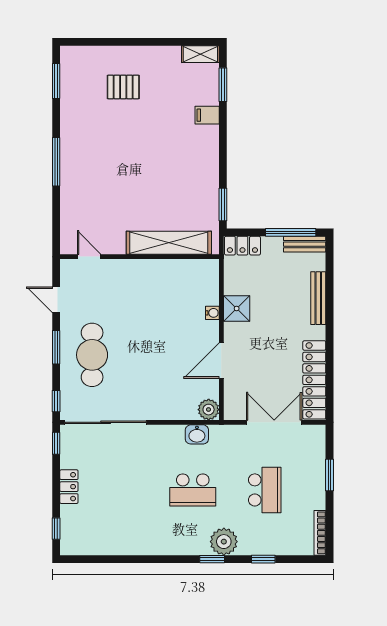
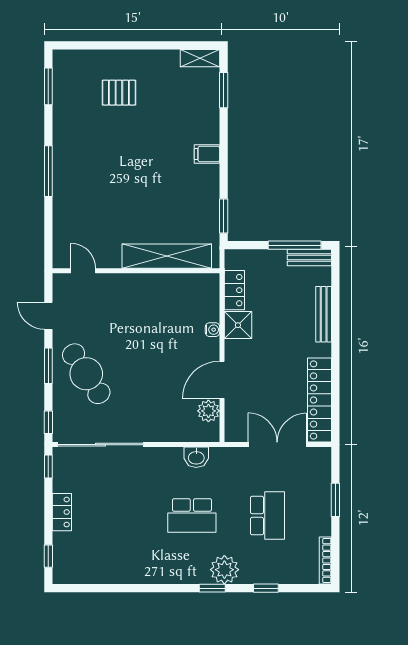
filing cabinet: (207, 115) -> (207, 154), moved
locker: (242, 246) -> (234, 290), moved, turned -90
cafe table: (92, 355) -> (86, 374), turned -33
plant: (209, 410) -> (208, 411), moved

